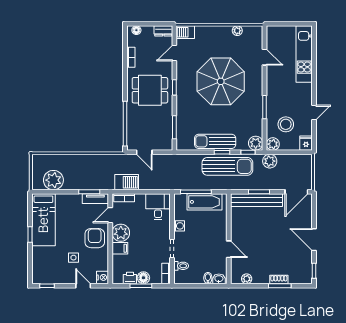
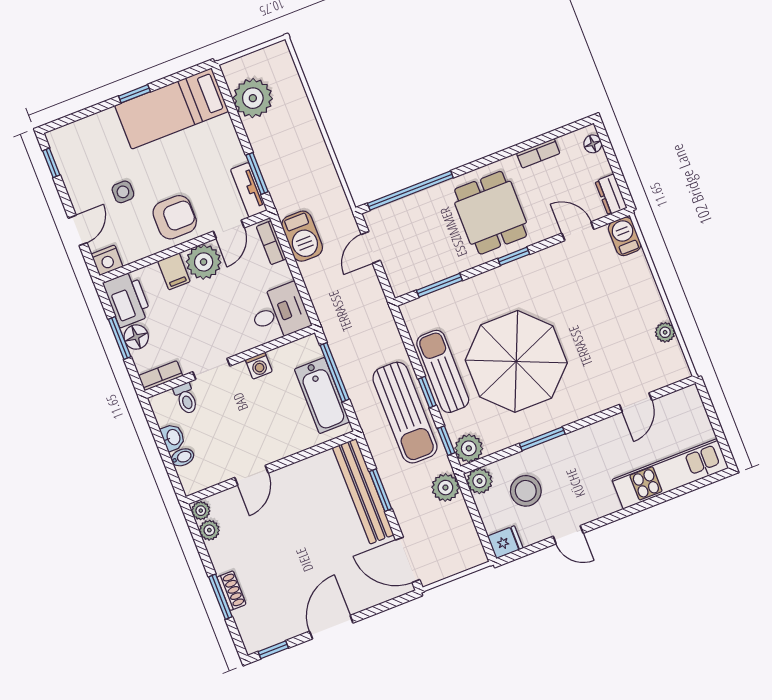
parasol: (221, 81) -> (516, 361), moved
door: (110, 215) -> (229, 229), swing flipped
printer: (130, 278) -> (127, 299), width x1.87, depth x1.48
washbasin: (219, 279) -> (173, 437), moved
plant: (236, 279) -> (201, 511), added

